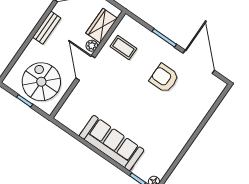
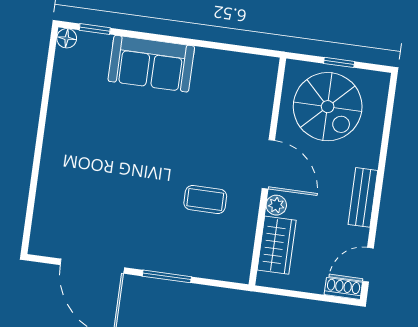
coffee table: (123, 47) -> (205, 200), moved
armchair: (164, 78) -> (134, 212), removed
sofa: (112, 143) -> (151, 64), width x0.73

